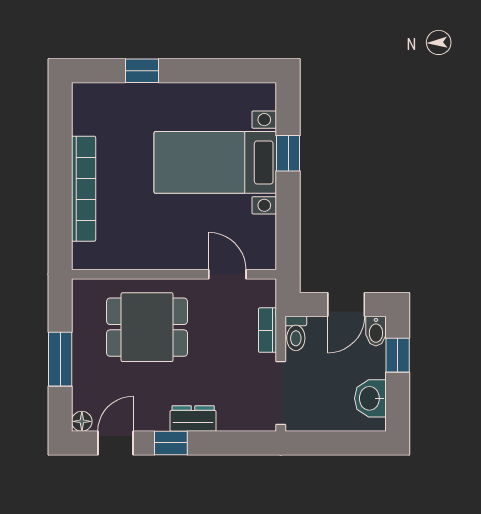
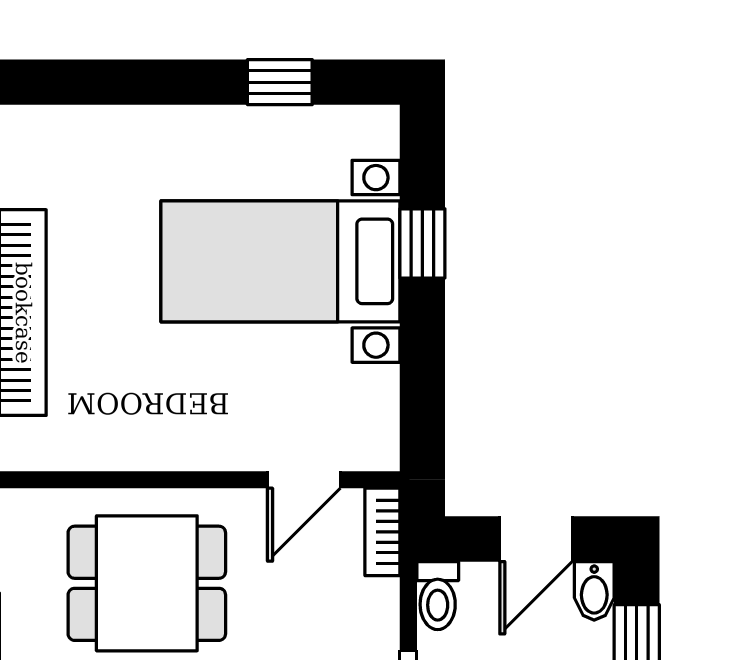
window: (142, 71) -> (280, 82), moved
door: (227, 274) -> (304, 480), swing flipped
bookcase: (268, 330) -> (382, 532), moved

